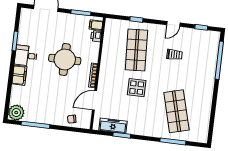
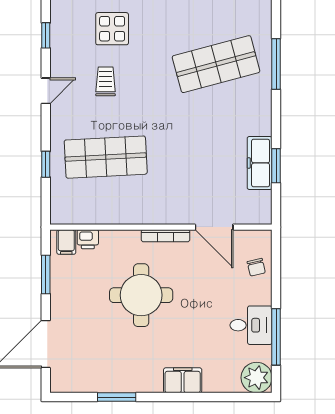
door: (173, 24) -> (46, 91), hinge flipped
desk: (26, 56) -> (251, 325), moved, turned -90
display table: (137, 88) -> (112, 29), moved
freezer: (113, 126) -> (260, 163), moved

